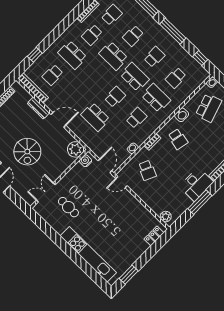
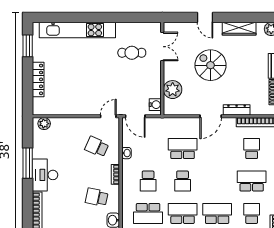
school desk: (135, 77) -> (183, 213), turned 180
plant: (76, 149) -> (173, 90), moved
locker: (154, 236) -> (38, 79), moved, width x1.53

